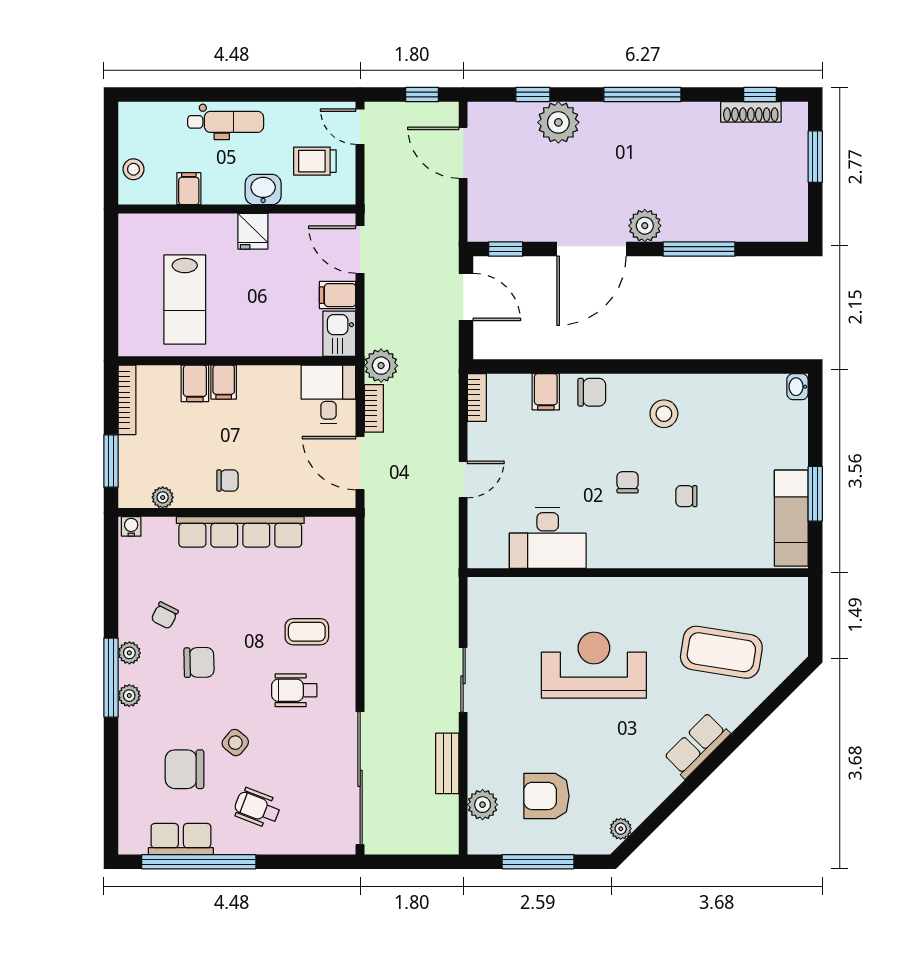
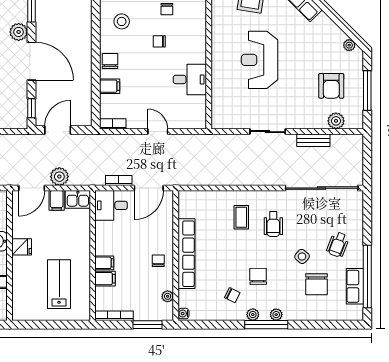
lab bench: (185, 299) -> (59, 284), turned -90
plant: (381, 366) -> (59, 177), moved
desk: (548, 538) -> (190, 79), width x0.73

